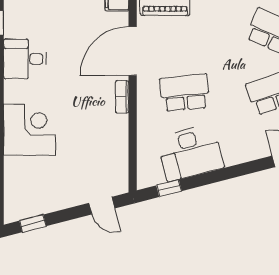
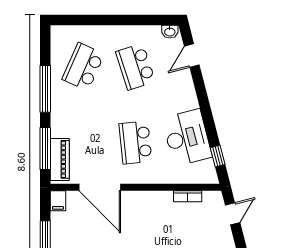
bookcase: (122, 97) -> (188, 196), moved

